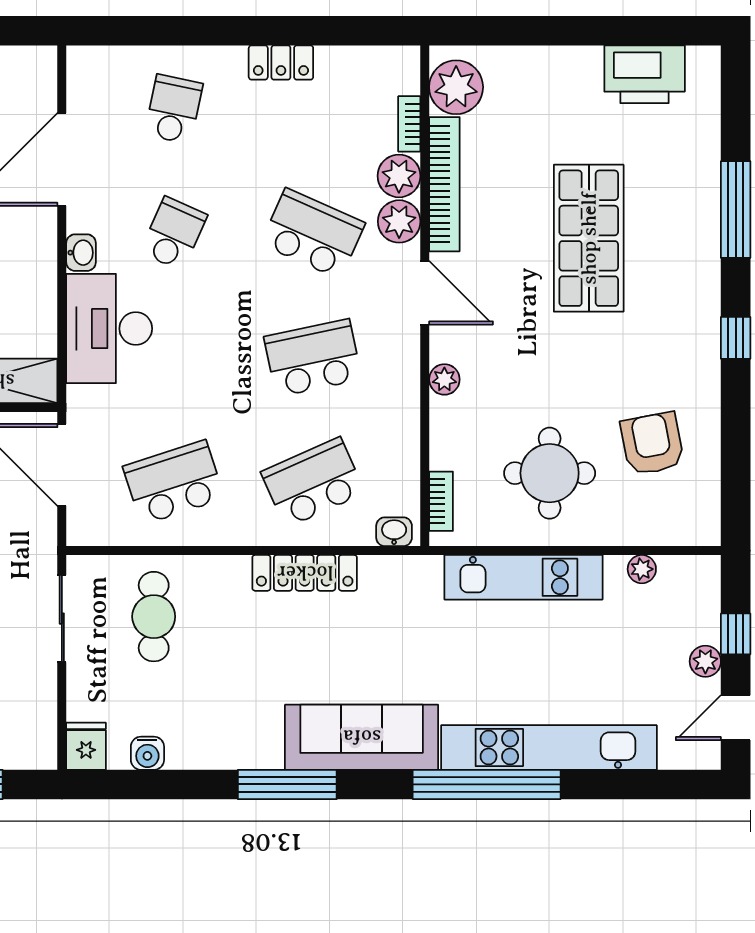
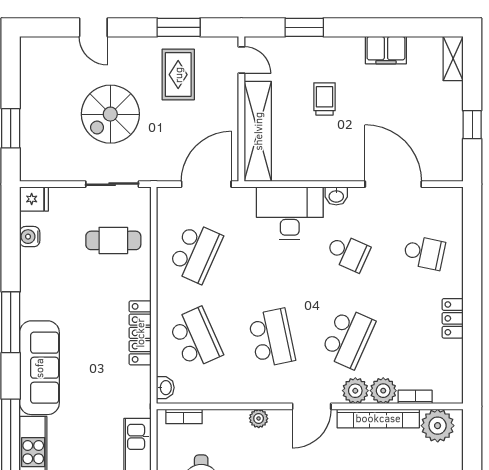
school desk: (174, 482) -> (196, 253), turned 42

